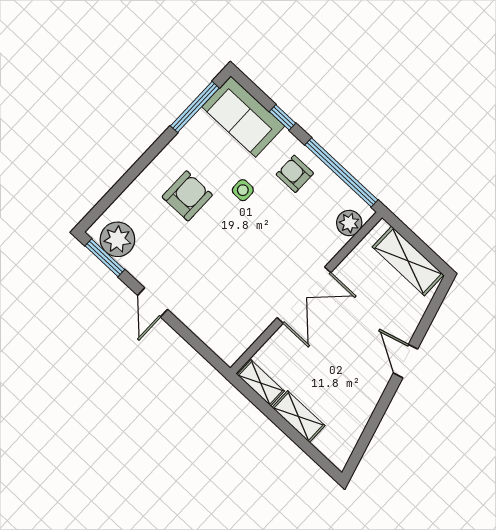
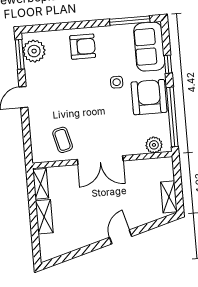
armchair: (295, 174) -> (149, 97), width x1.88, depth x1.88
armchair: (187, 196) -> (83, 47), moved
shelving: (408, 261) -> (169, 197), width x0.67, depth x0.75
coffee table: (241, 311) -> (63, 140), added

